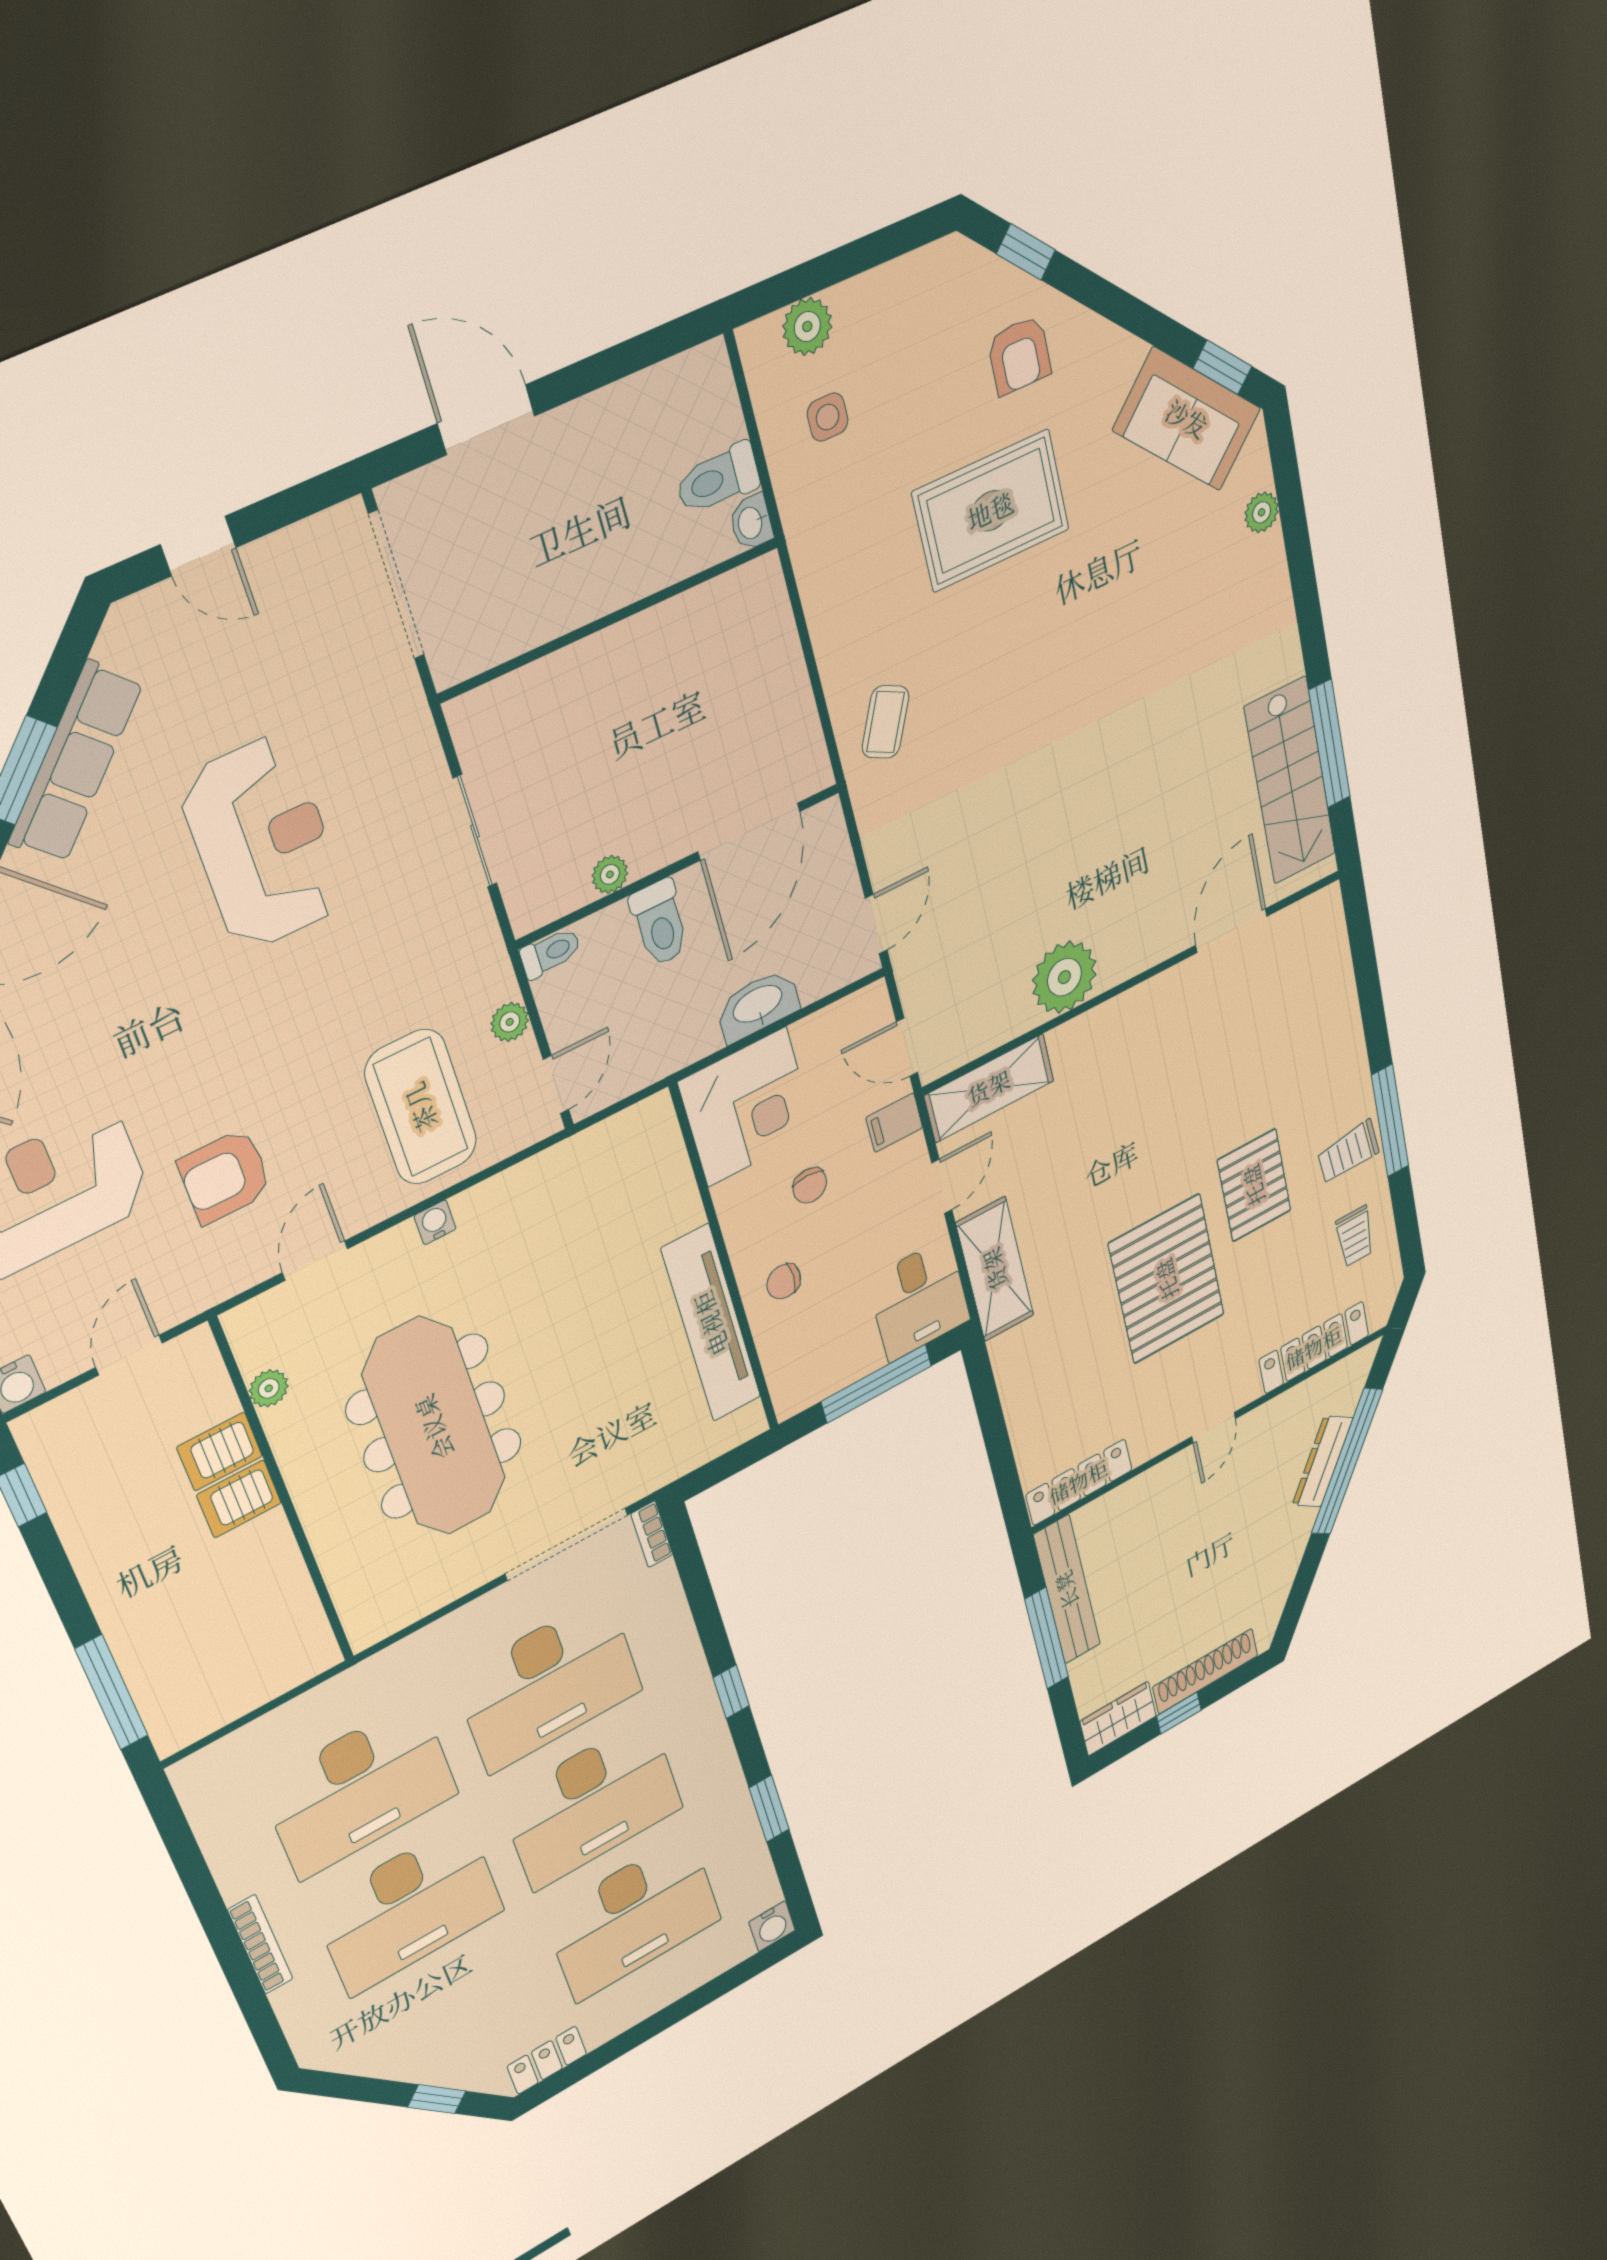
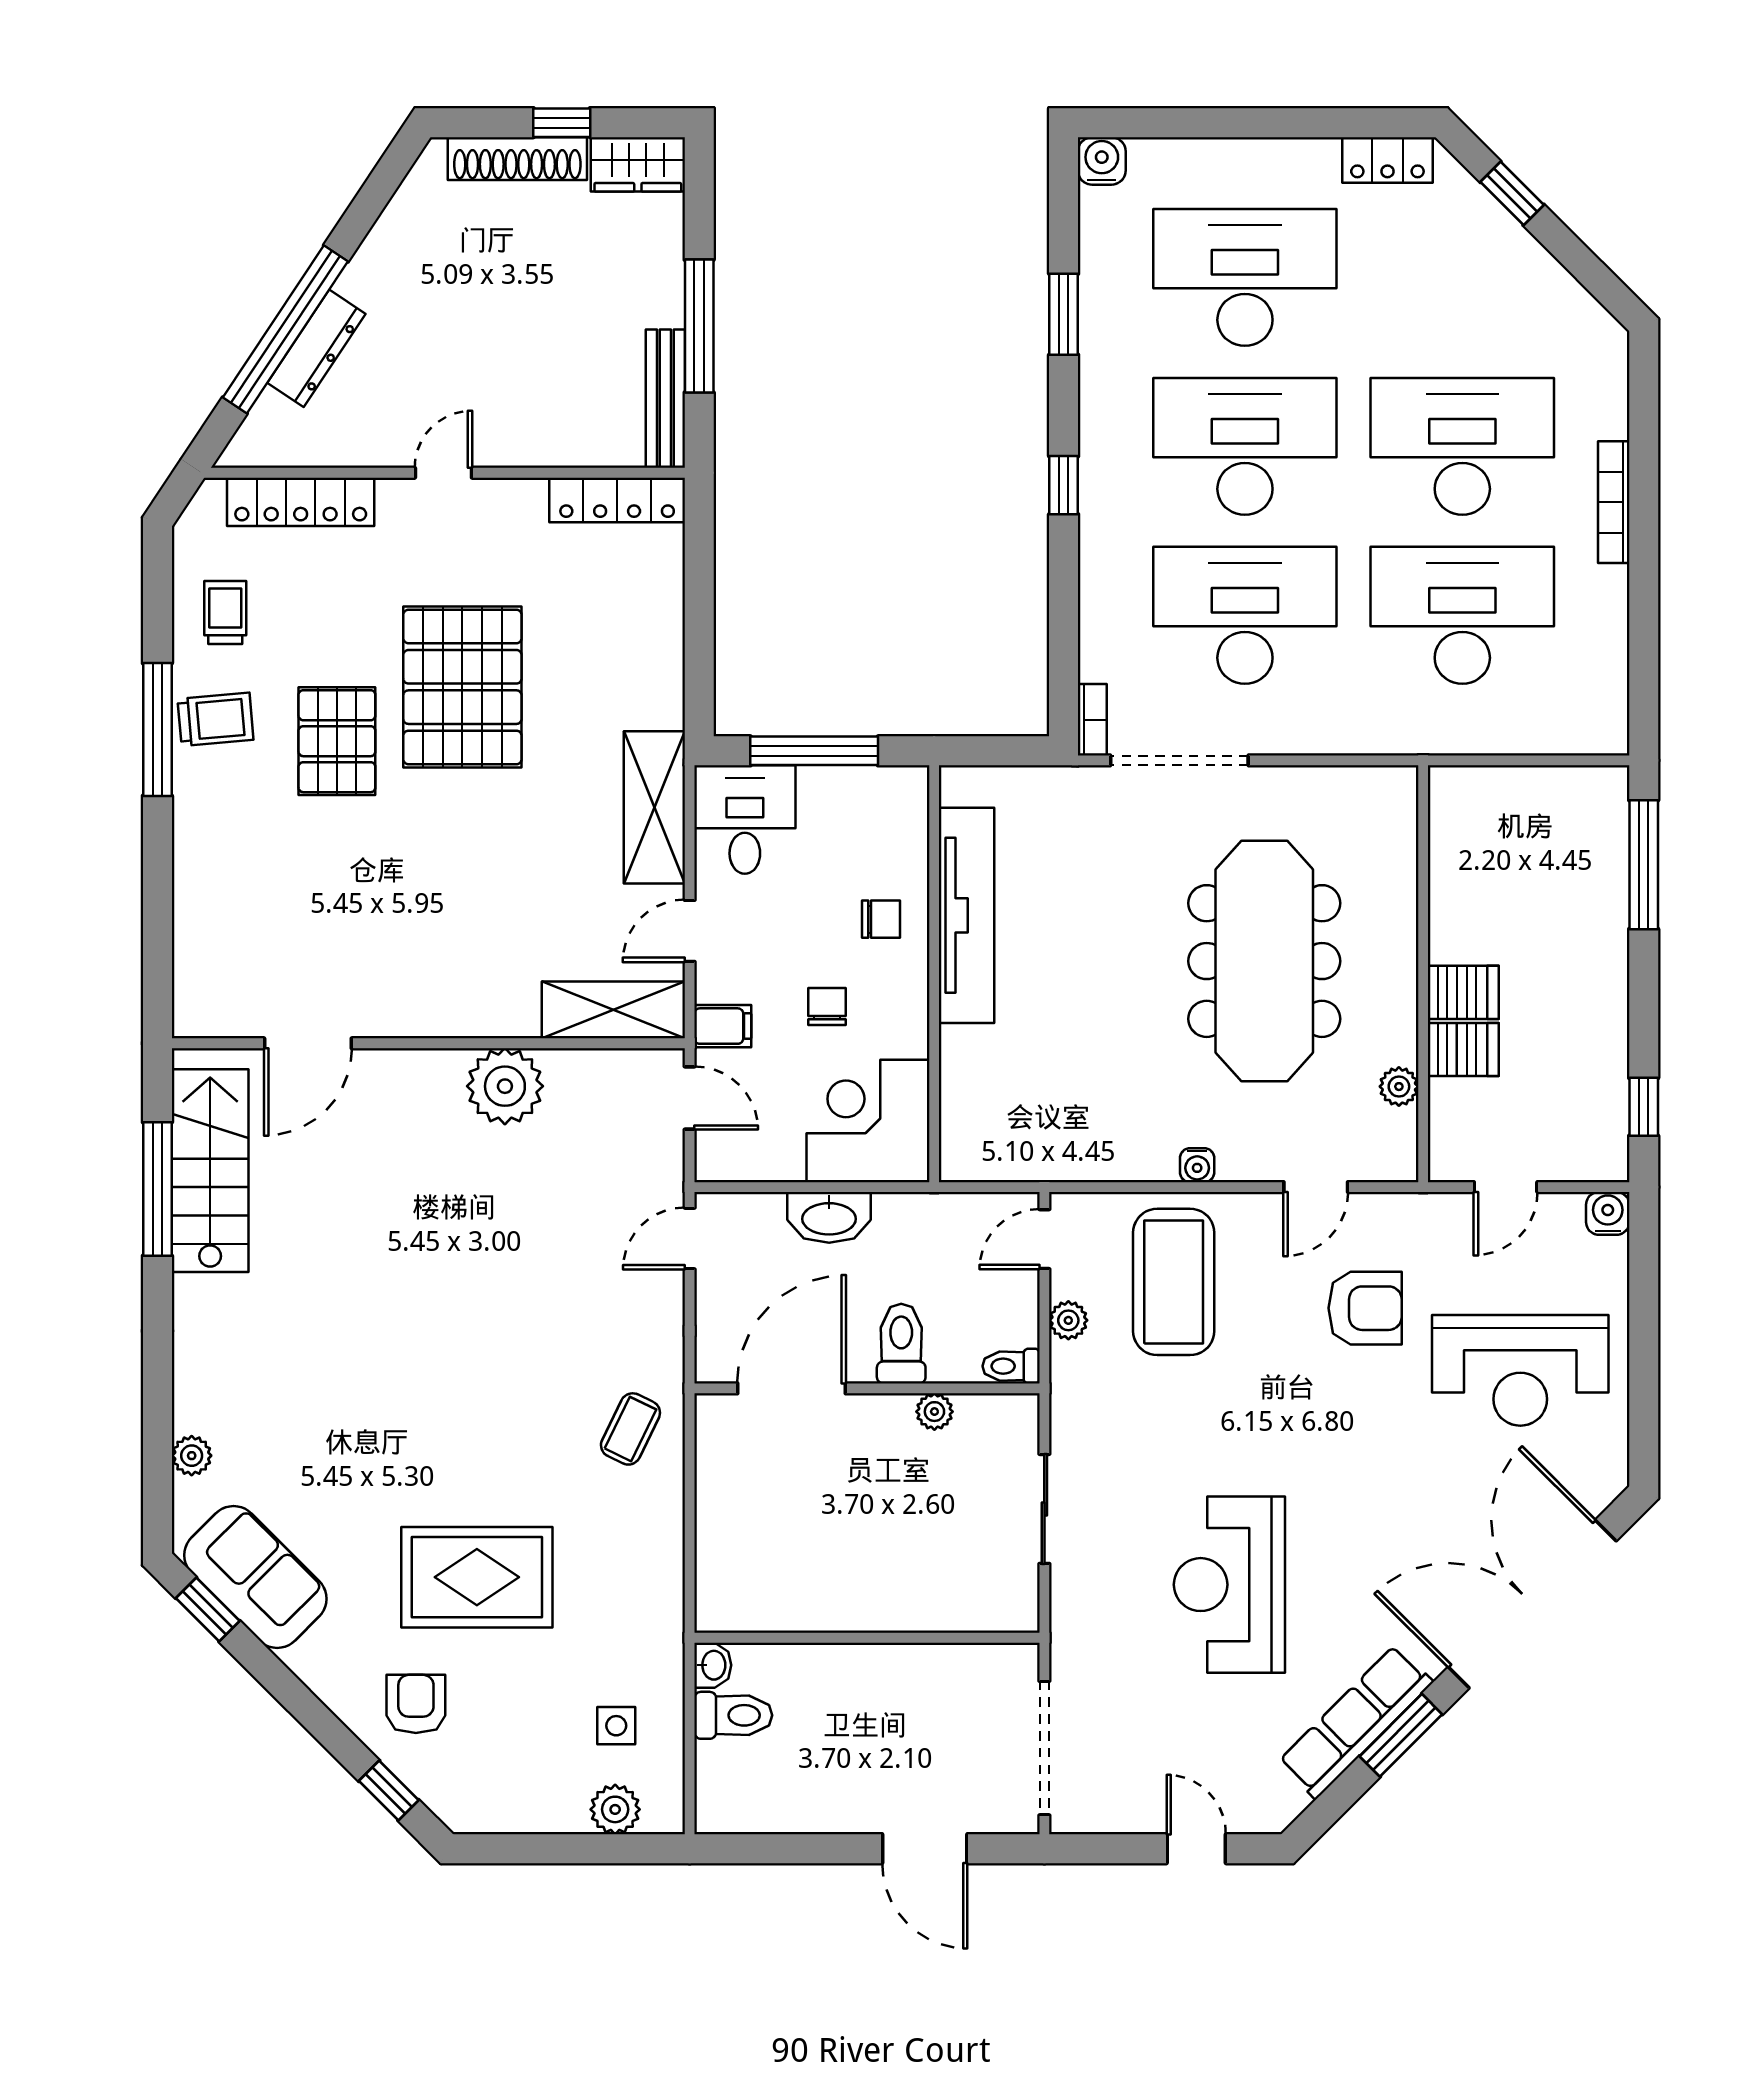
bench: (1067, 1590) -> (665, 399), width x0.73, depth x0.82

